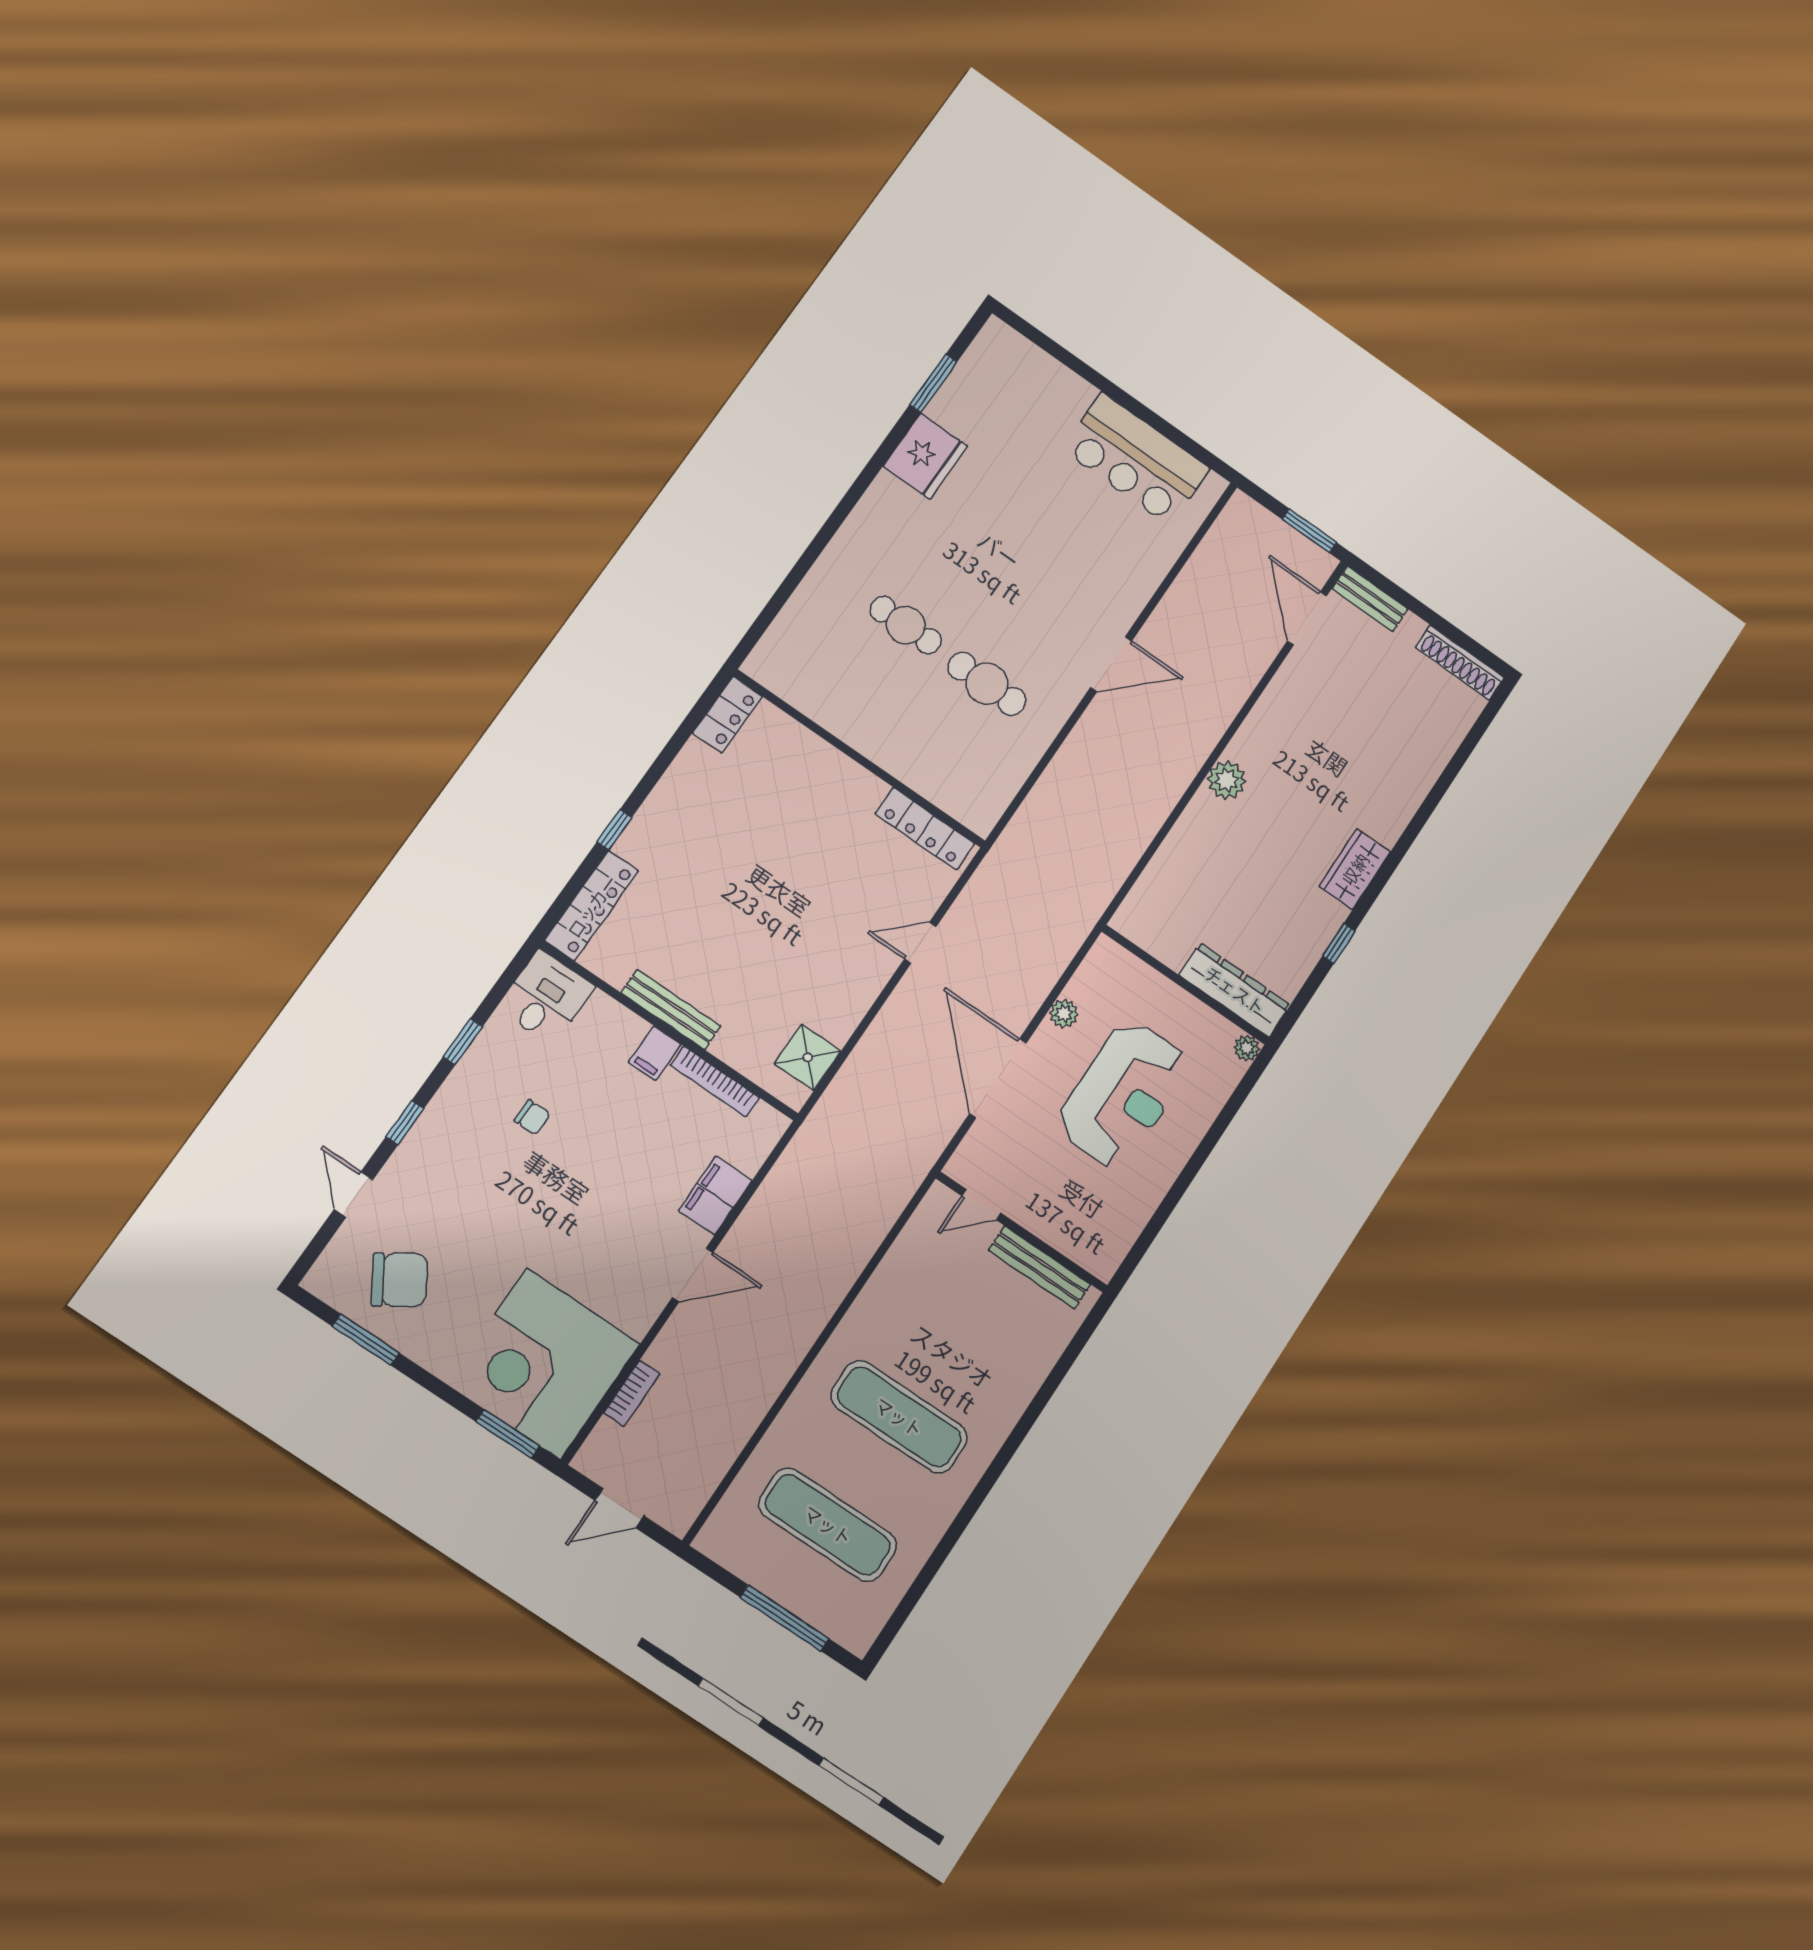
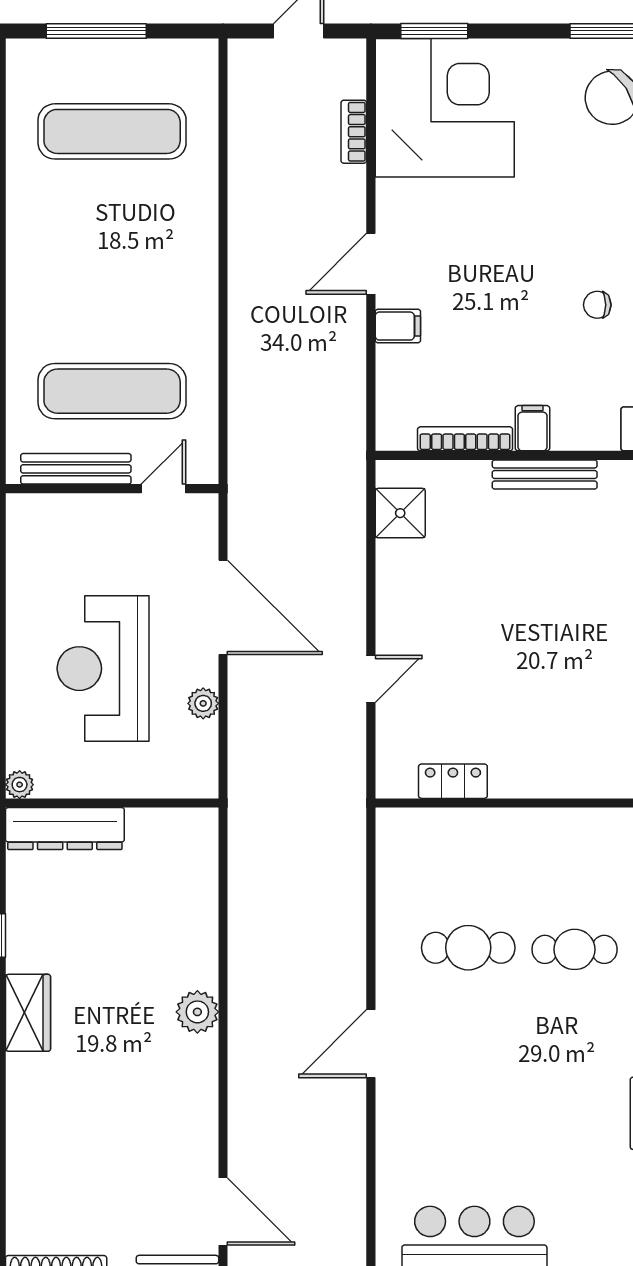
locker: (925, 829) -> (453, 781), width x0.66
filing cabinet: (715, 1195) -> (398, 326), width x0.50
exercise mat: (899, 1417) -> (112, 391), moved

